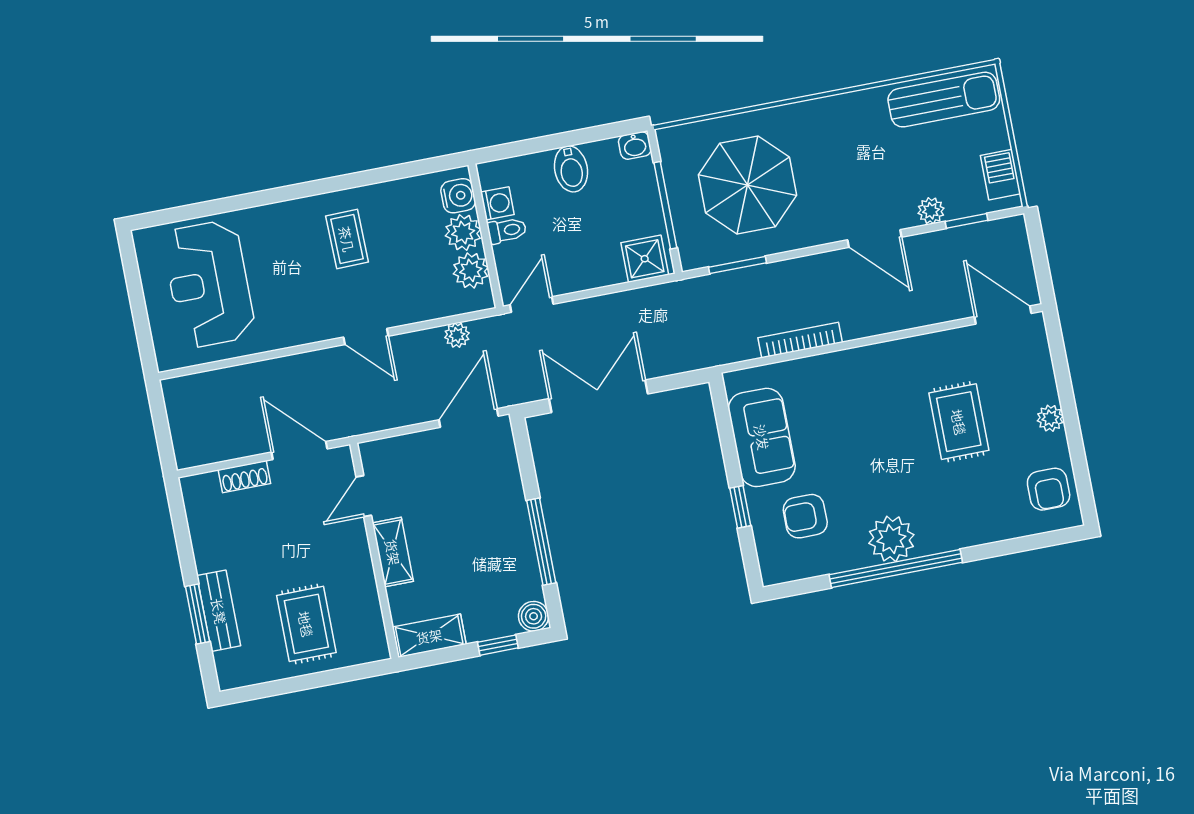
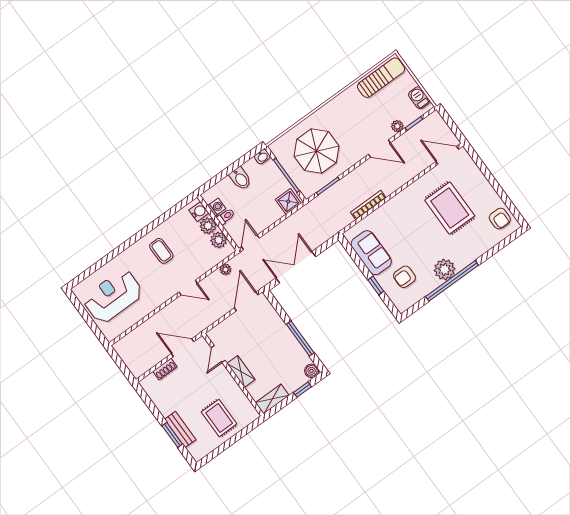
reception desk: (209, 284) -> (113, 296), turned 90
plant: (1050, 418) -> (487, 189), removed
rug: (959, 422) -> (450, 208), width x1.36, depth x1.43

